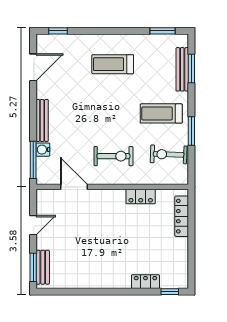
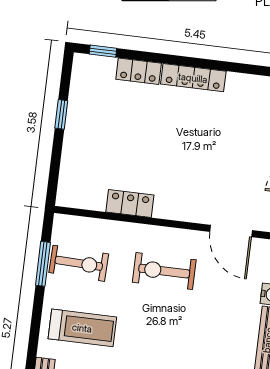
window: (191, 131) -> (43, 264), moved
locker: (182, 216) -> (193, 78), moved, turned 90
window: (191, 248) -> (61, 114), added

